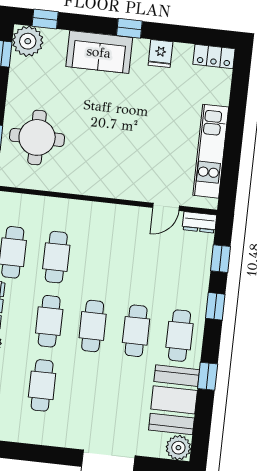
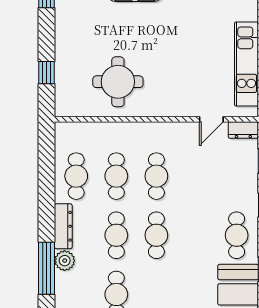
round table: (37, 137) -> (118, 82), moved
cafe table: (136, 331) -> (156, 176), moved

